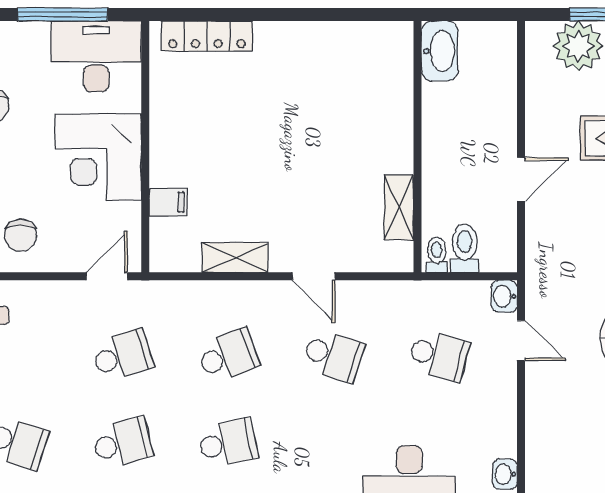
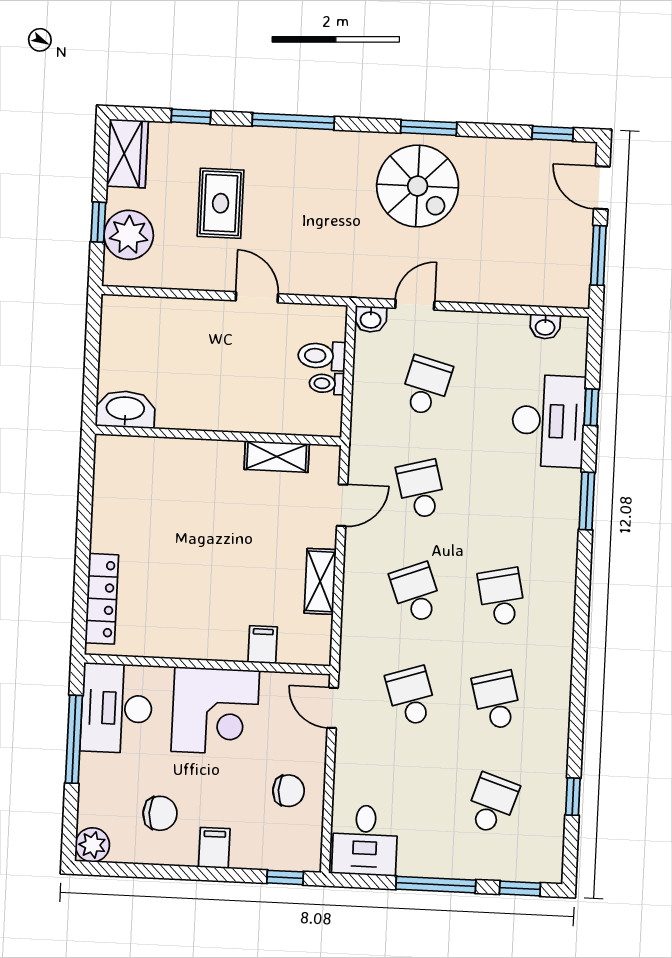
washbasin: (440, 51) -> (125, 409), moved
wall: (417, 147) -> (218, 436), moved
shelving: (399, 207) -> (277, 457), moved
school desk: (333, 356) -> (421, 490), turned -33

